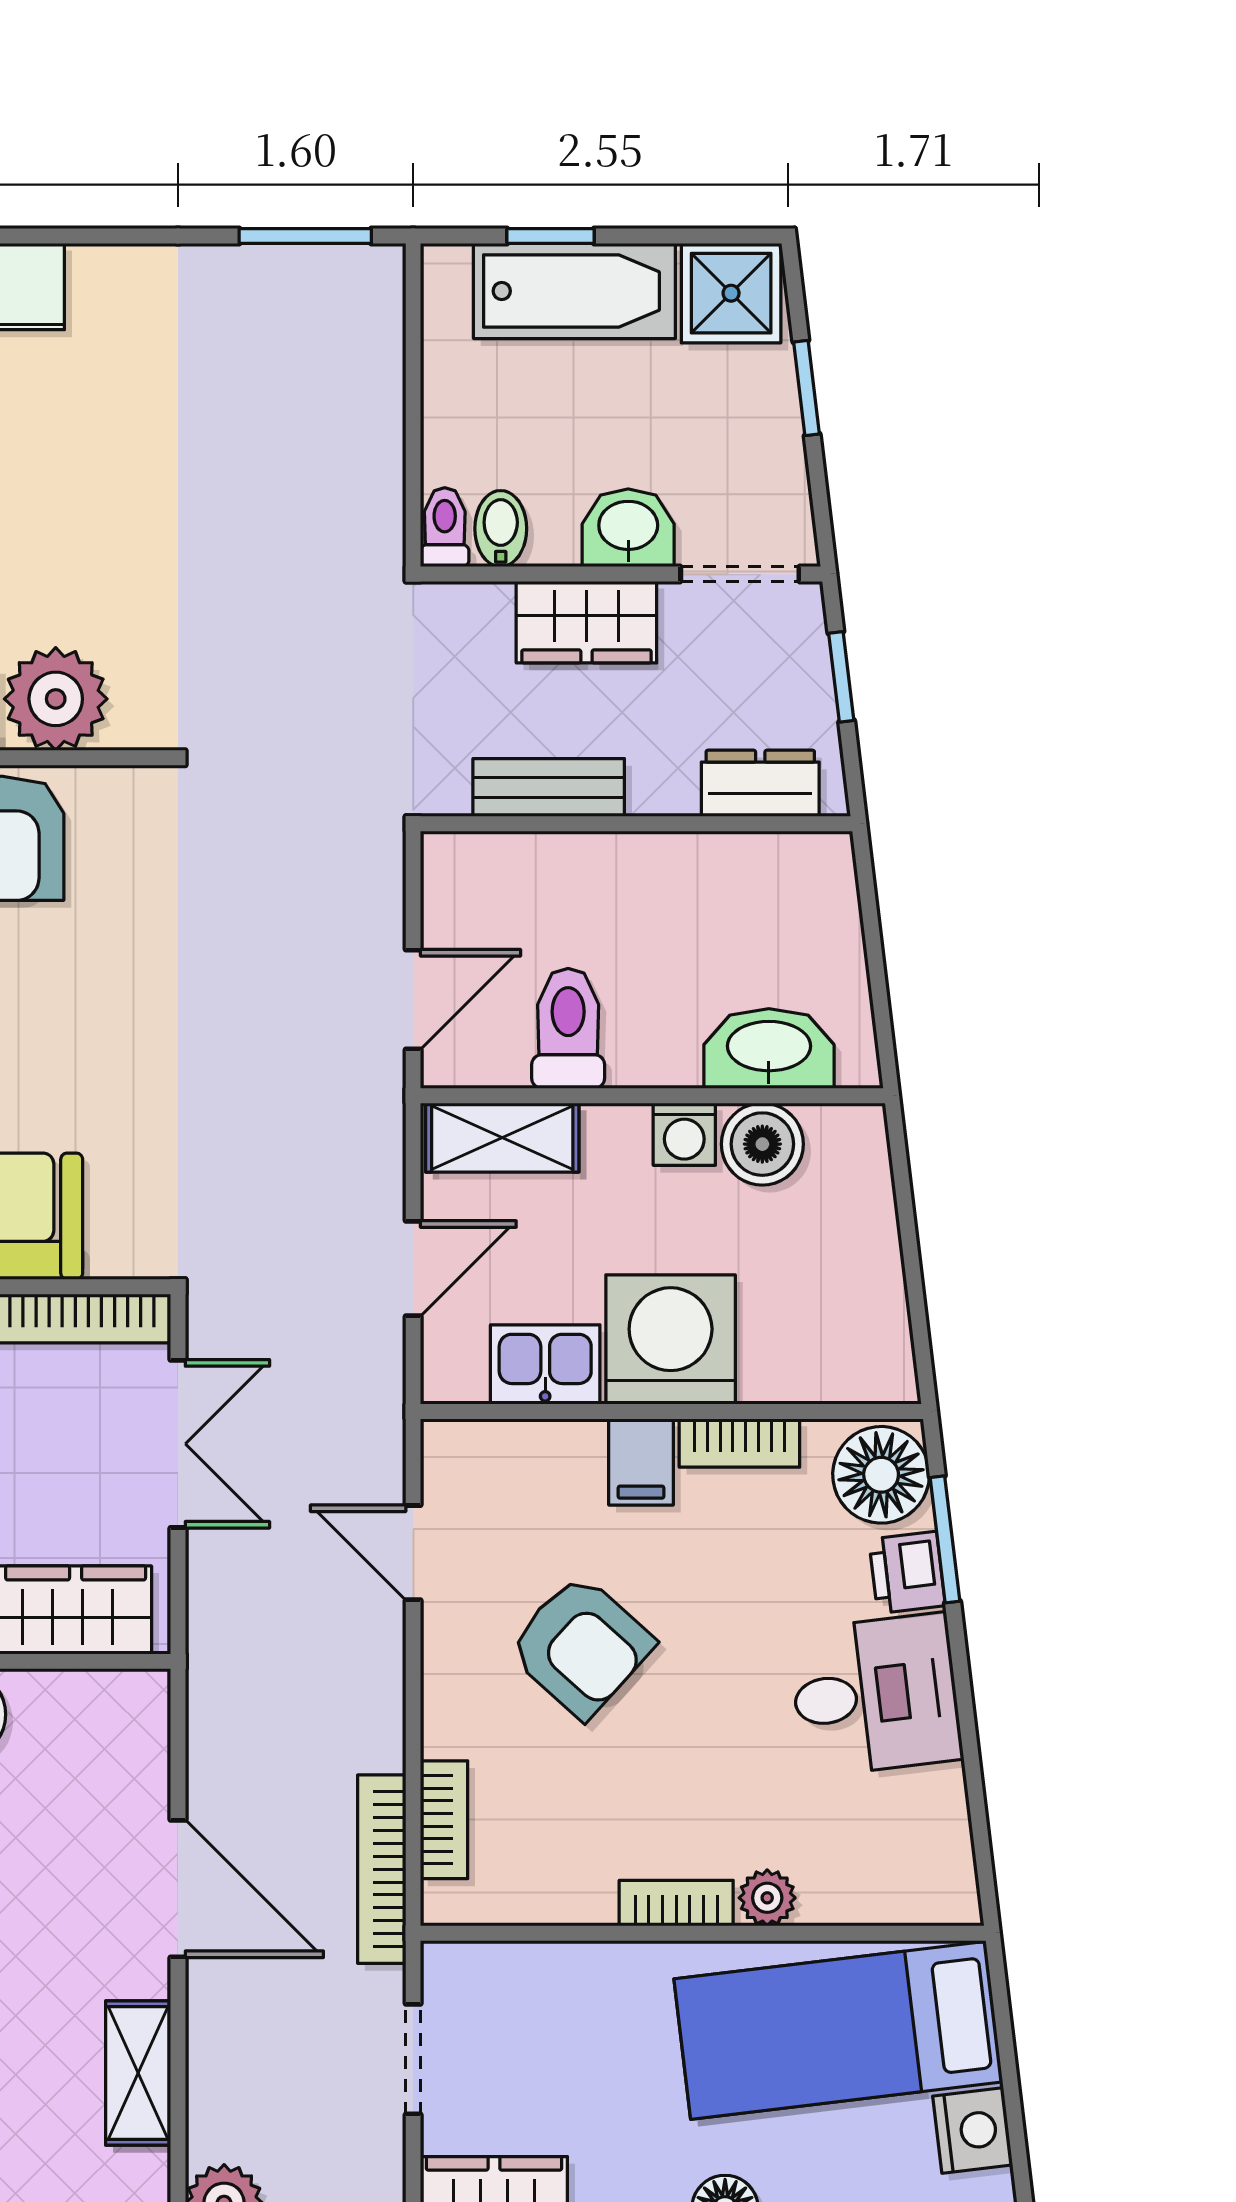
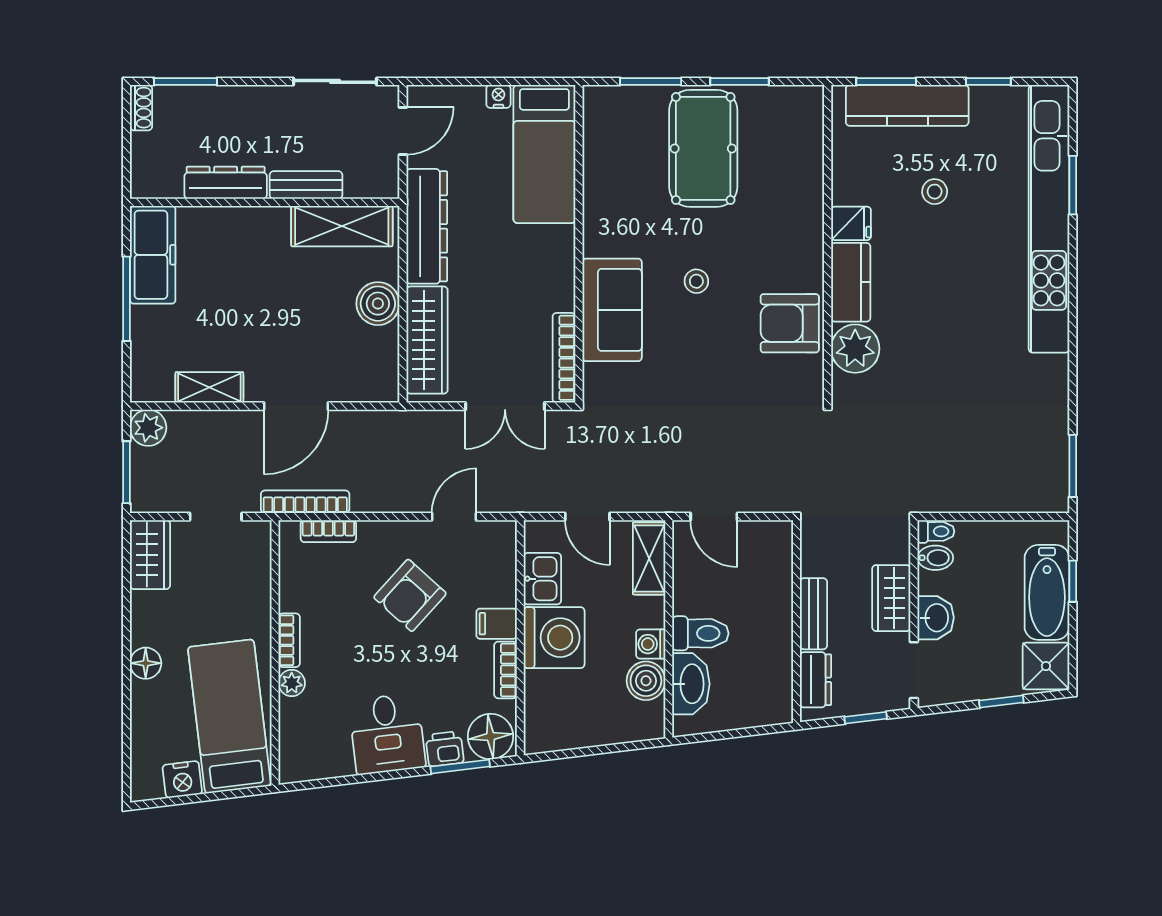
bench: (549, 788) -> (814, 614), moved
toilet: (568, 1028) -> (700, 633), moved

